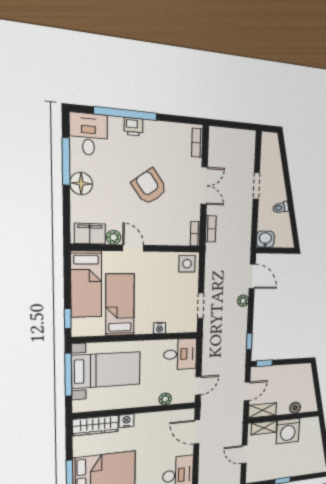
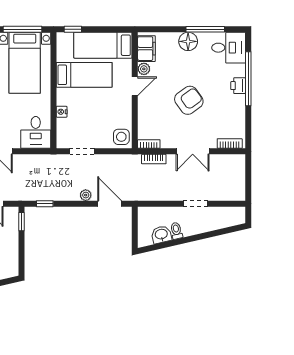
washbasin: (265, 239) -> (161, 235), moved, turned -103
door: (252, 276) -> (110, 204), swing flipped

